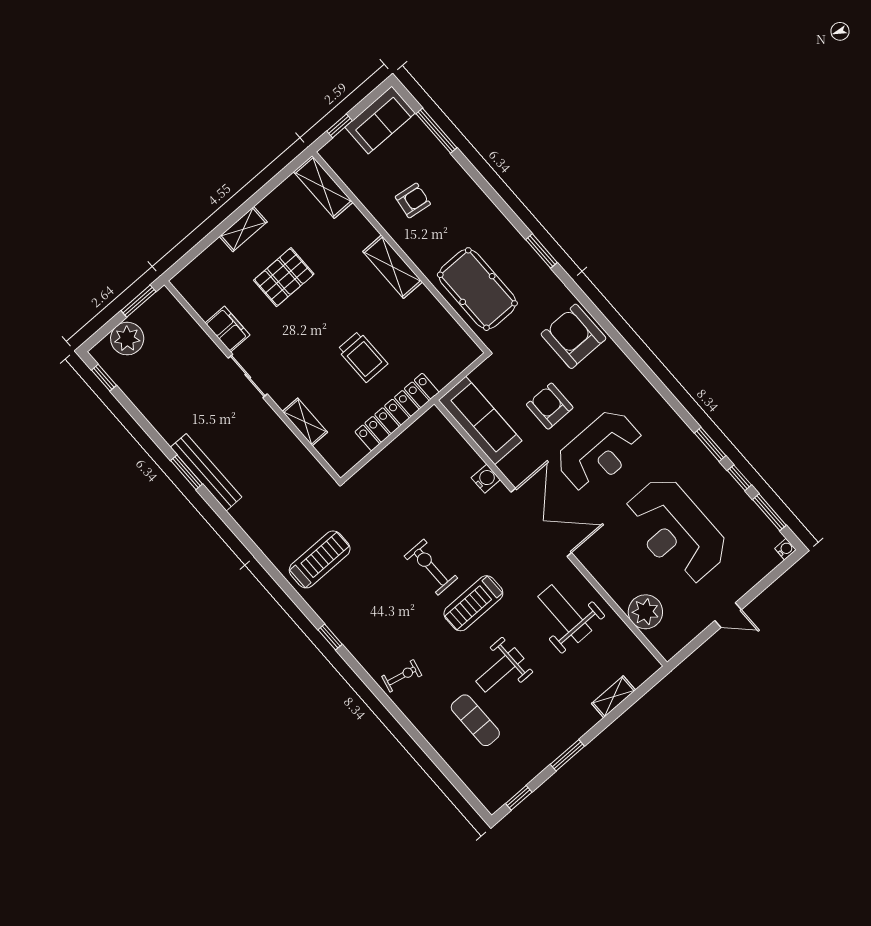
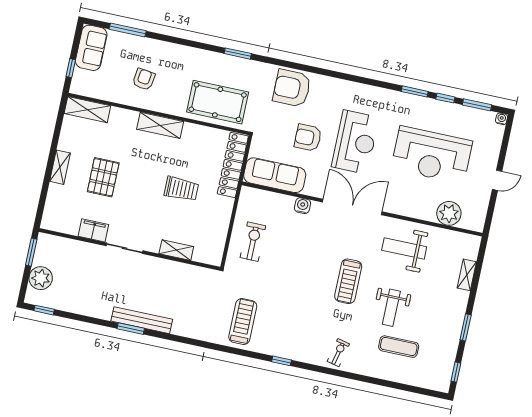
locker: (397, 412) -> (233, 165), moved
exercise bike: (431, 567) -> (253, 242), moved, turned 90

